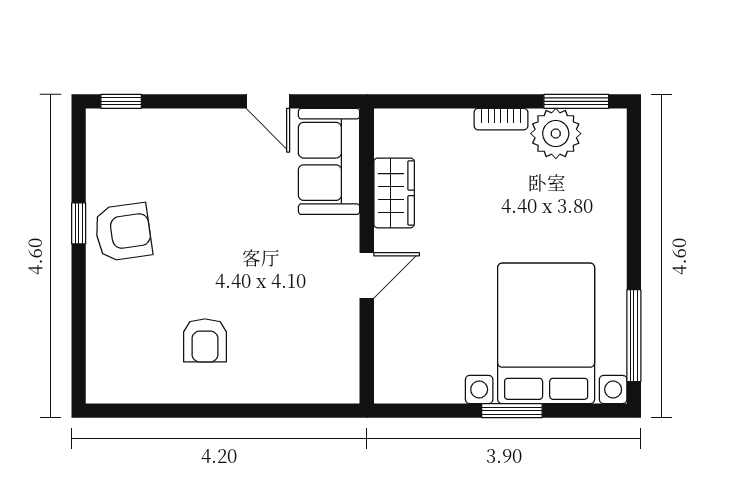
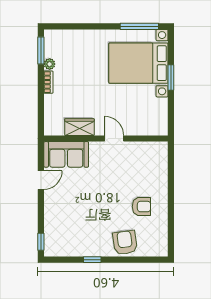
plant: (556, 134) -> (50, 64), width x0.53, depth x0.53
armchair: (123, 232) -> (125, 242), moved

